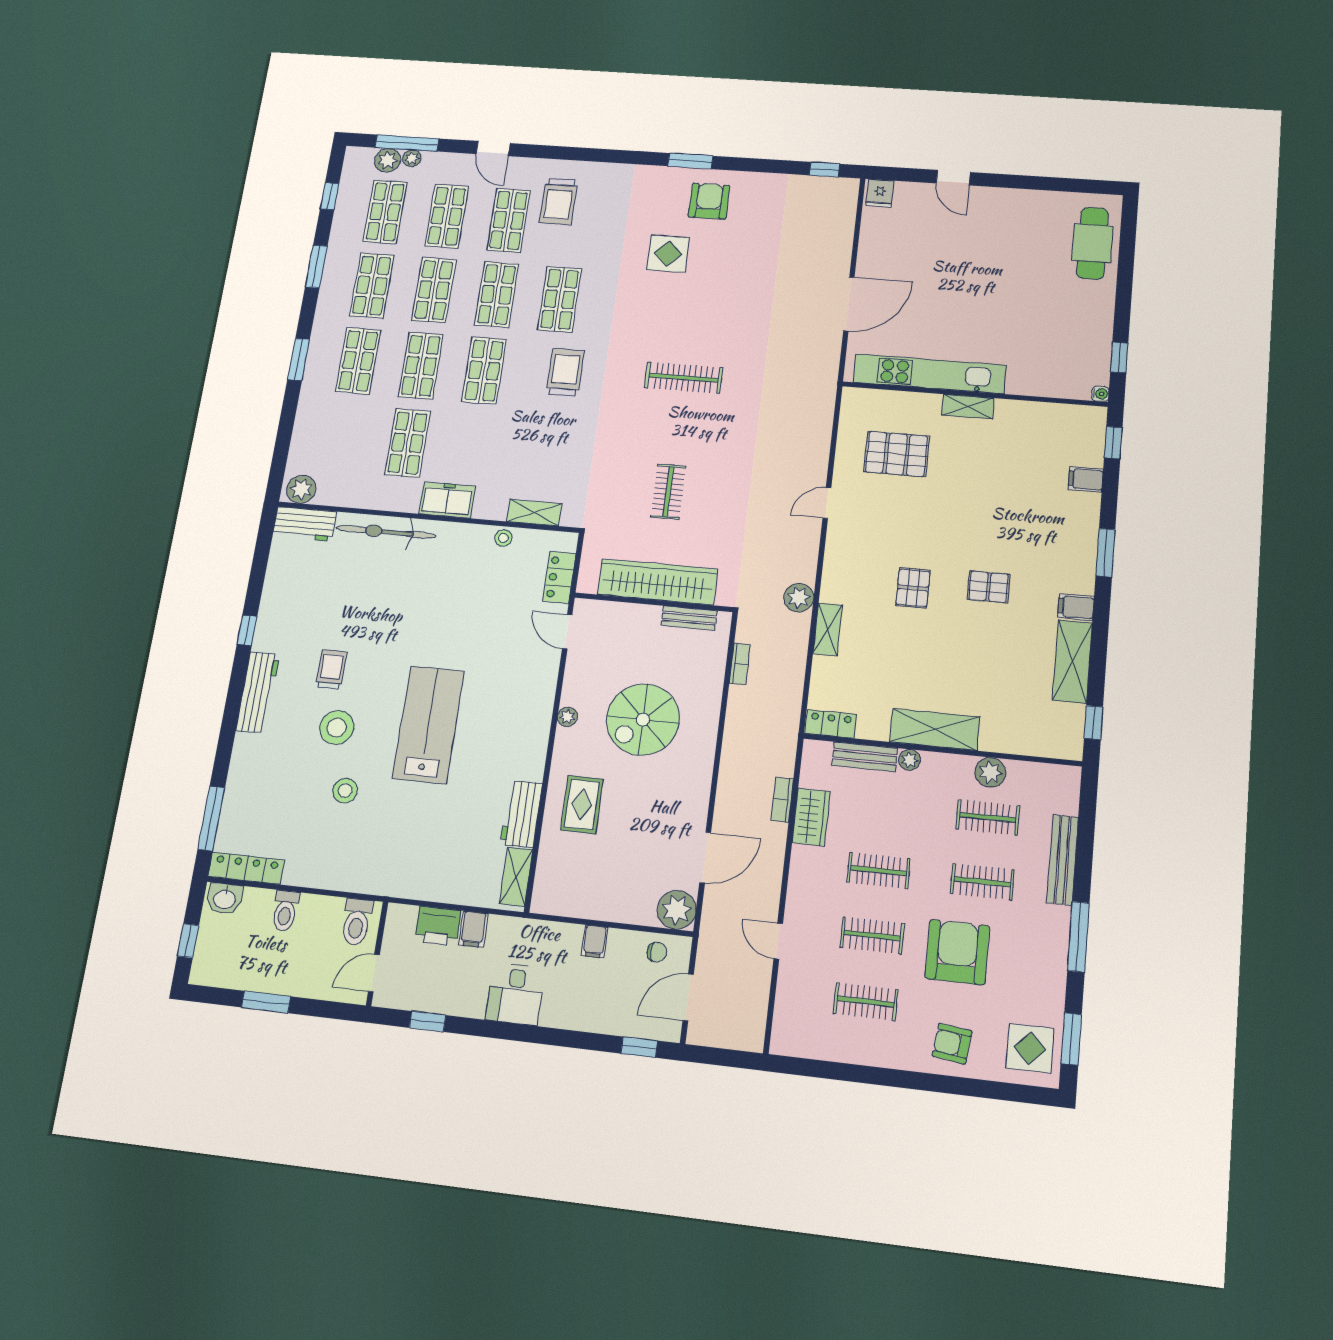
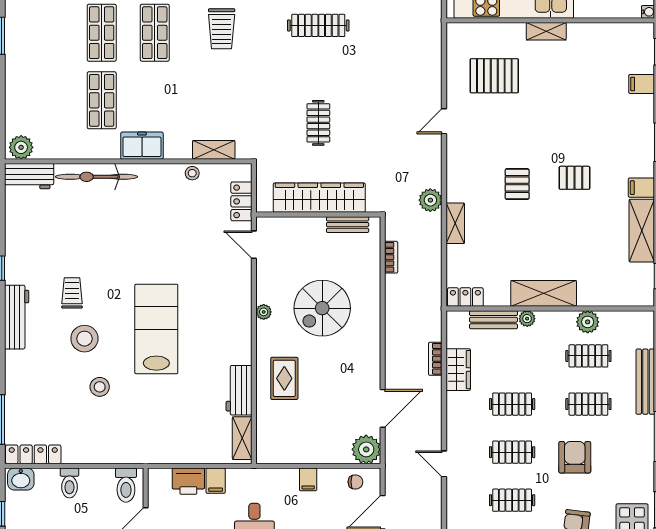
shop shelf: (358, 361) -> (49, 33), removed
trolley: (565, 372) -> (222, 29), turned 180
armchair: (957, 952) -> (575, 457), width x0.73, depth x0.73

